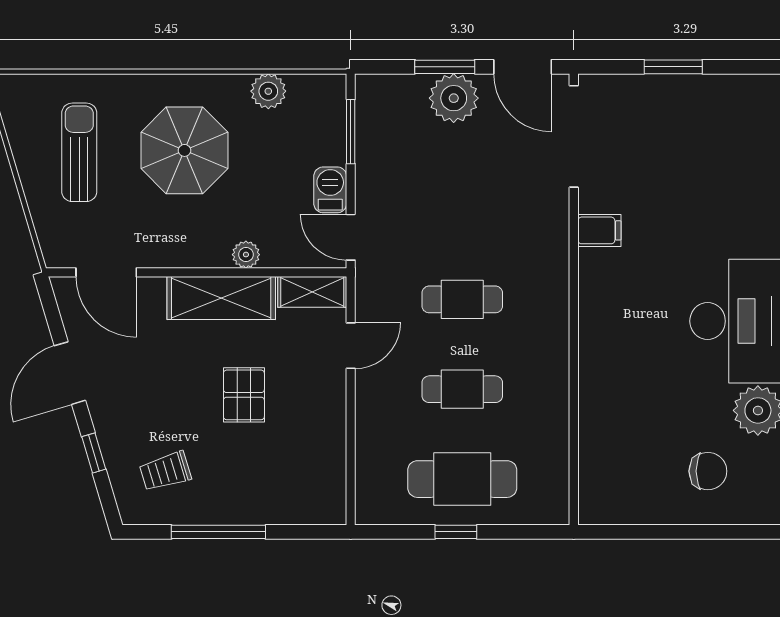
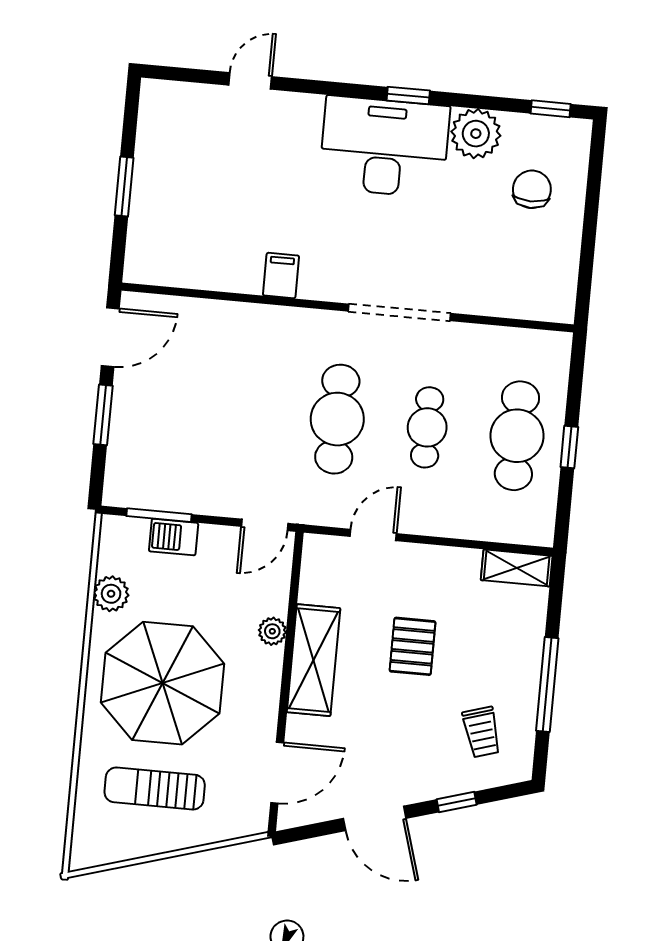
plant: (454, 98) -> (135, 409), removed
doorway: (574, 136) -> (399, 312), moved
parasol: (184, 150) -> (162, 683), width x1.36, depth x1.36
barbecue: (330, 190) -> (174, 537), moved
shelving: (312, 292) -> (517, 568), moved, turned 90
cafe table: (462, 299) -> (337, 419), width x1.37, depth x1.35
door: (351, 346) -> (373, 535), hinge flipped
pallet: (244, 395) -> (413, 646), turned 90

